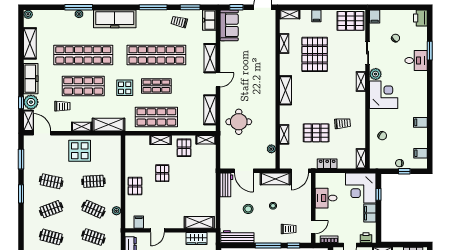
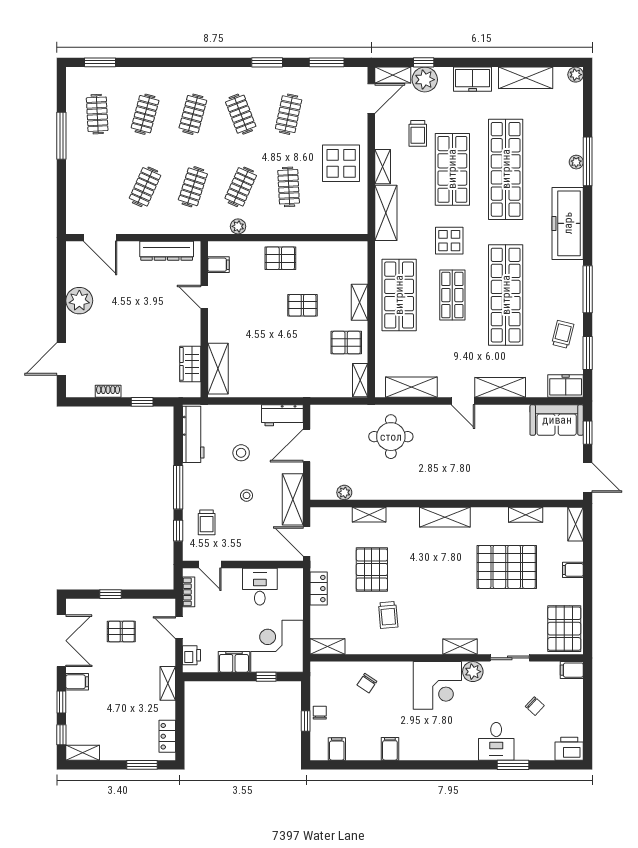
freezer: (31, 79) -> (473, 79), width x0.71

